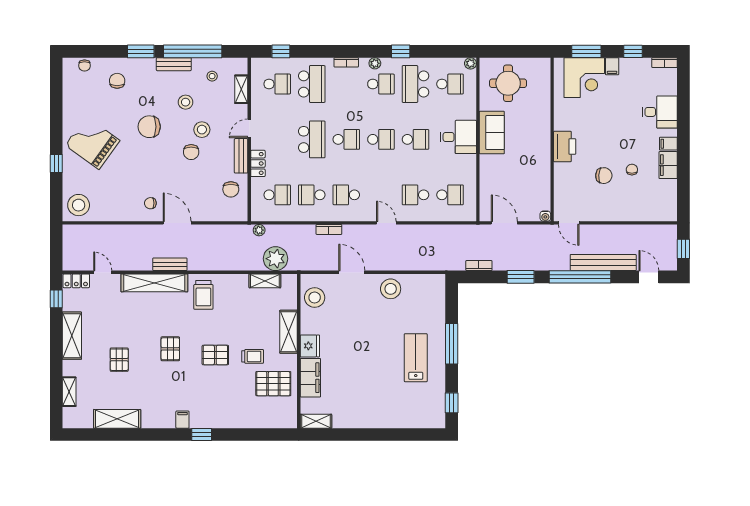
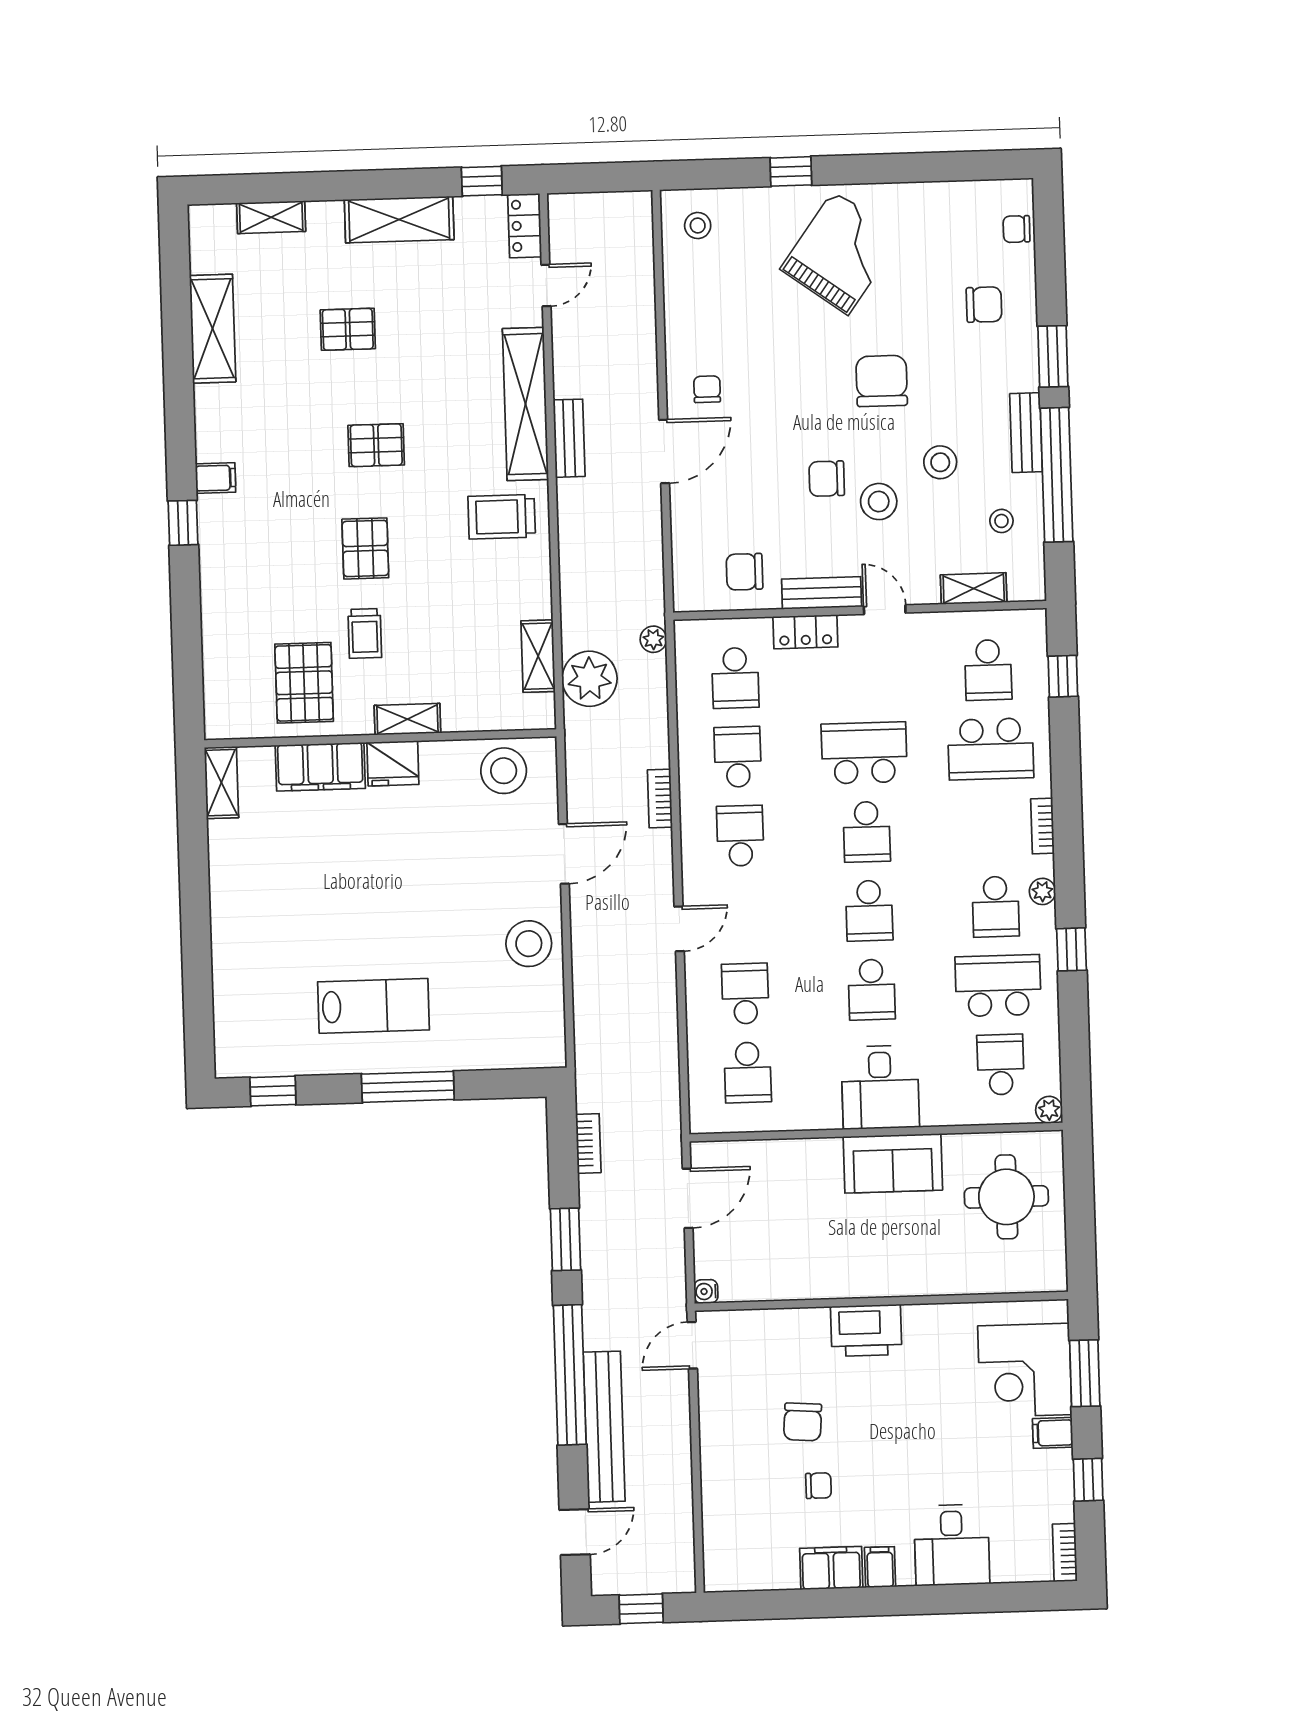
school desk: (450, 84) -> (1001, 1065), turned 180
school desk: (312, 139) -> (864, 753), turned 180
stool: (79, 205) -> (698, 226), width x0.53, depth x0.53
shelving: (289, 332) -> (407, 719), width x0.67, depth x0.75

